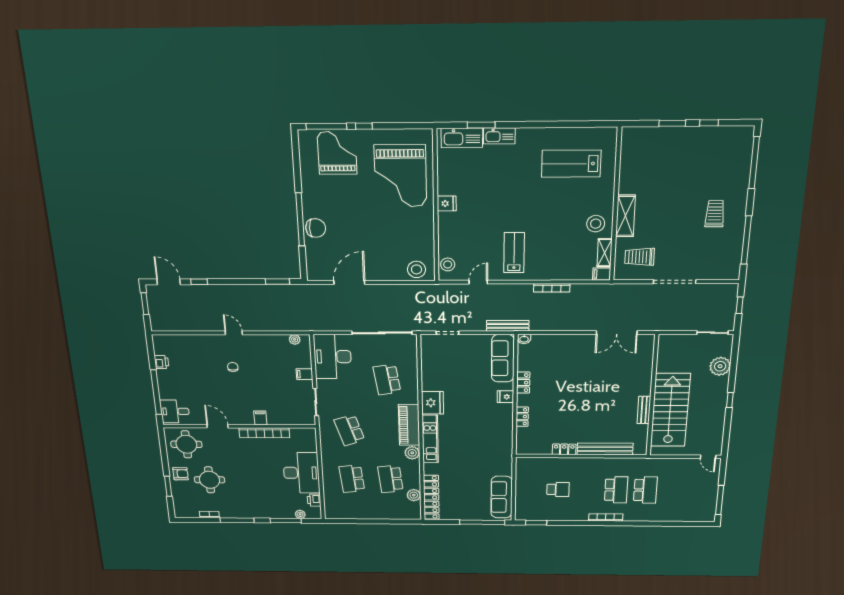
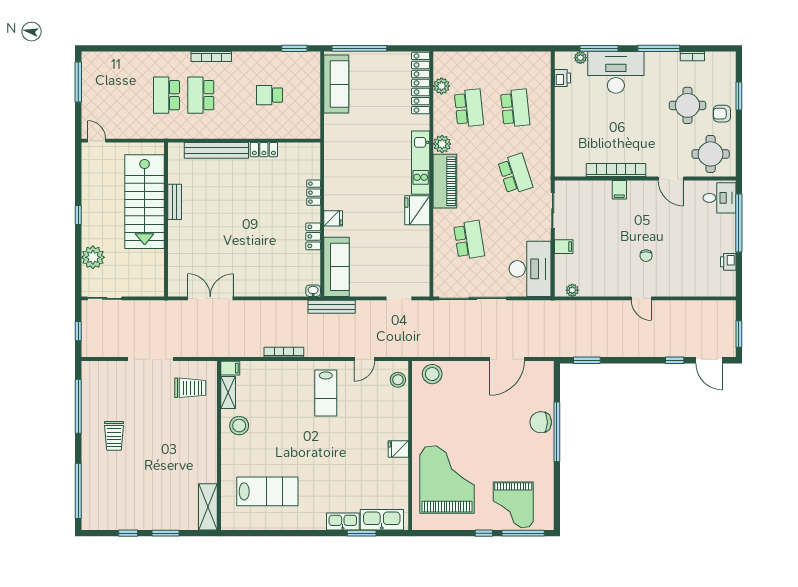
shelving: (625, 216) -> (208, 507), moved
desk: (301, 473) -> (616, 72), moved, turned 90

